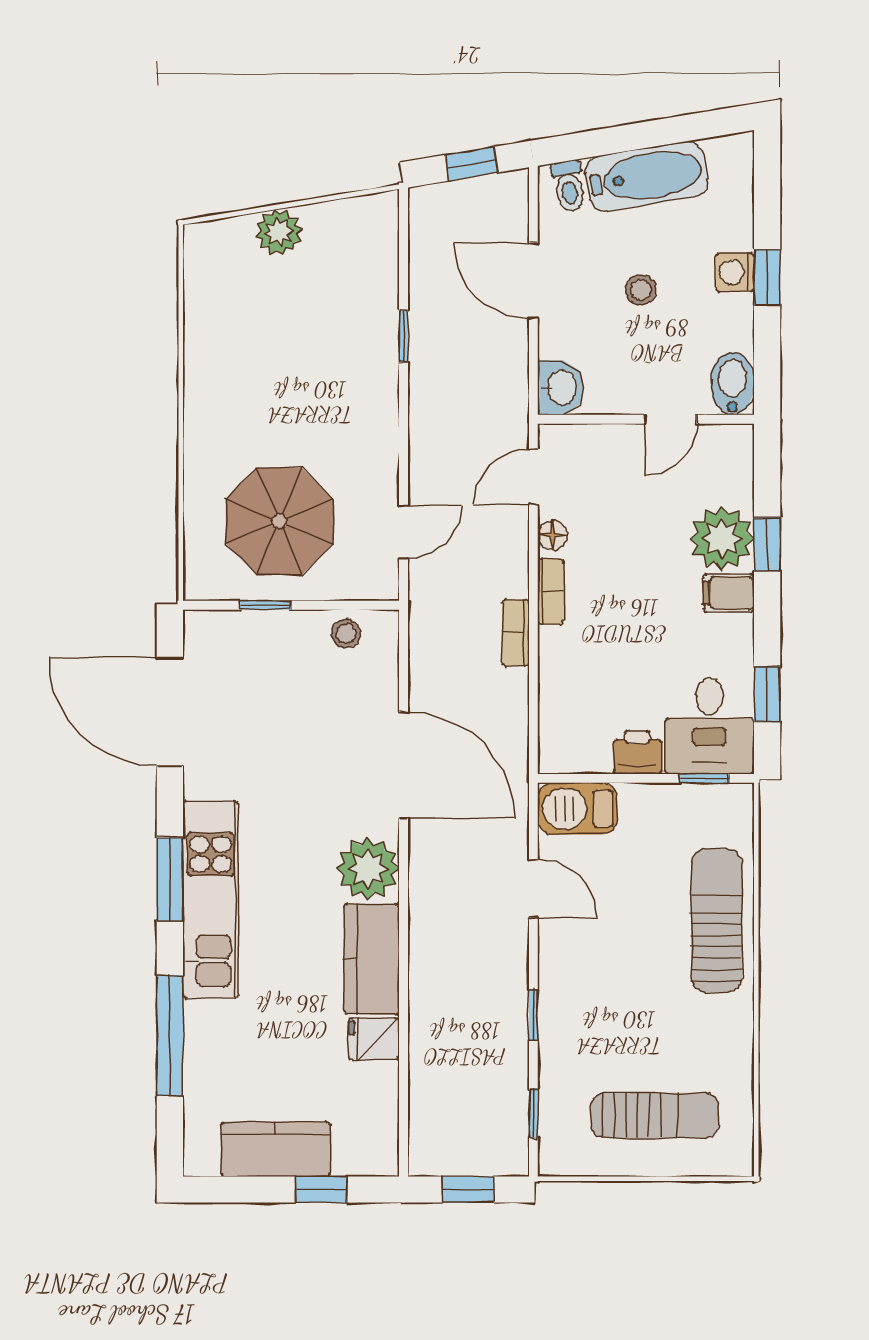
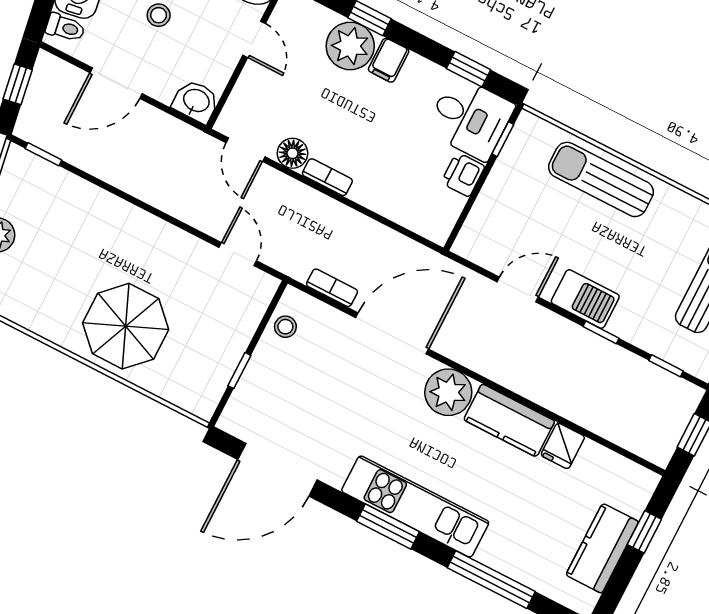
window: (404, 336) -> (43, 154), moved
parasol: (279, 521) -> (126, 326), moved
floor lamp: (553, 535) -> (293, 153), width x1.37, depth x1.37
bookcase: (516, 633) -> (332, 288), moved, turned 180
barbecue: (577, 809) -> (585, 299), moved, turned -90

